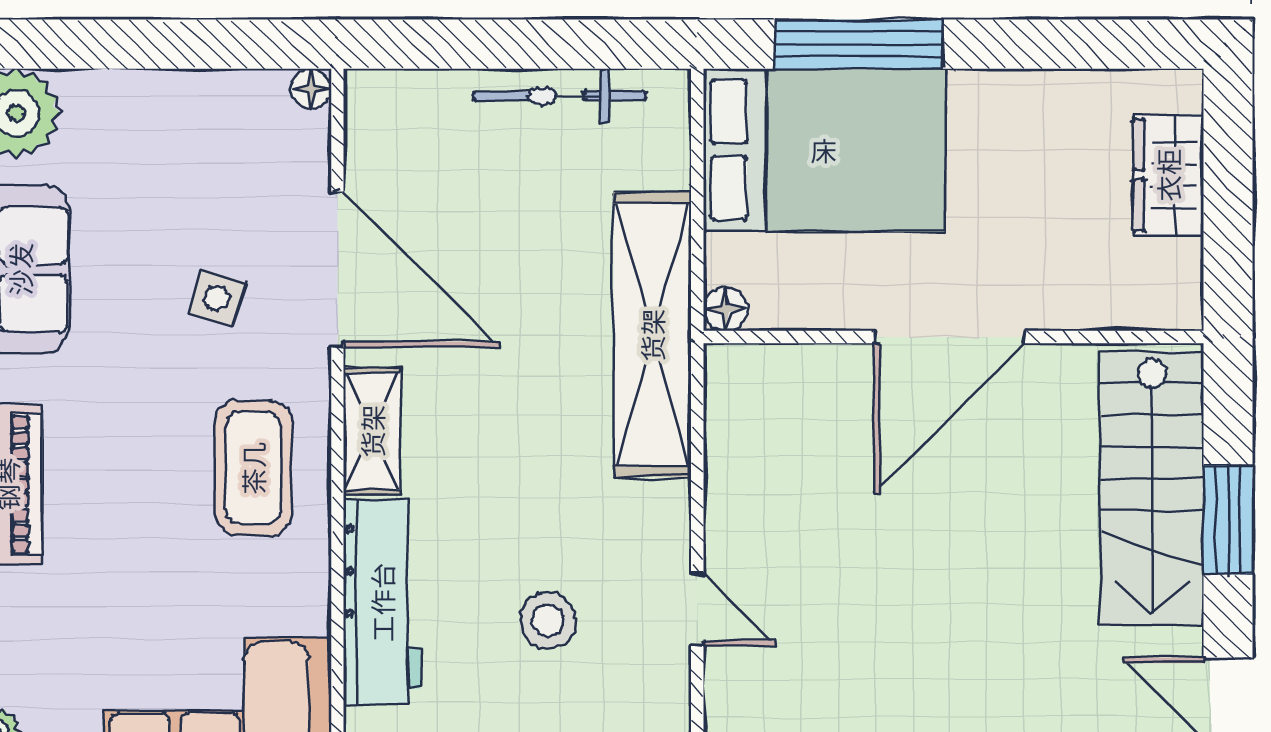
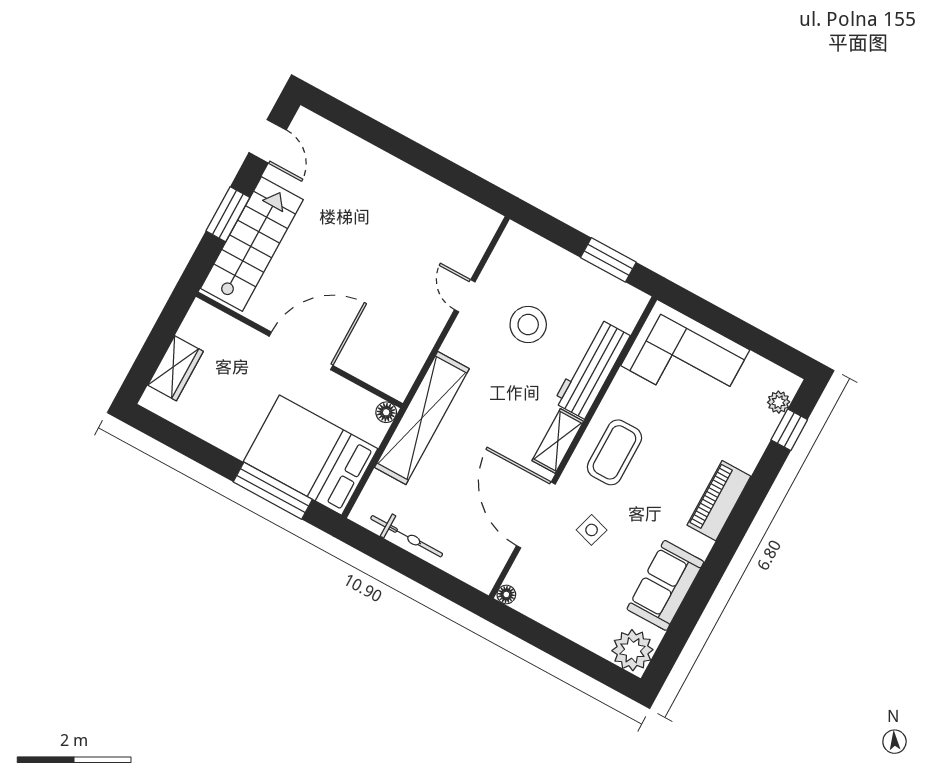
stool: (548, 620) -> (528, 325), width x1.38, depth x1.38

